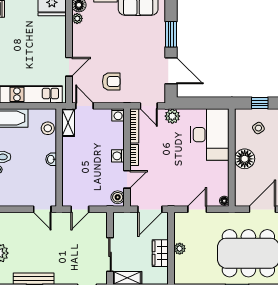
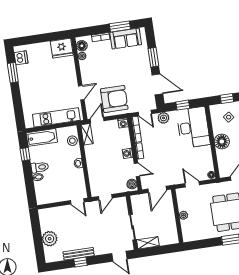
armchair: (111, 82) -> (114, 99), width x1.88, depth x1.88
window: (200, 103) -> (183, 105), added
door: (84, 106) -> (97, 120), hinge flipped
door: (127, 179) -> (137, 170), hinge flipped
door: (197, 209) -> (192, 184), hinge flipped
wardrobe: (160, 253) -> (170, 221), removed

